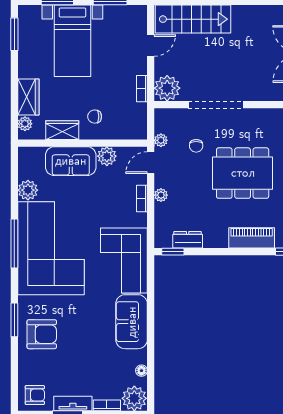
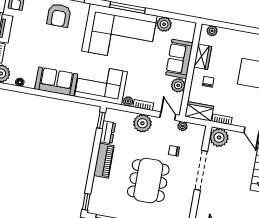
wardrobe: (28, 97) -> (199, 111), moved, turned 180
plant: (161, 195) -> (142, 123), width x1.88, depth x1.88
plant: (141, 220) -> (128, 101), added
piano: (252, 238) -> (104, 161), moved

